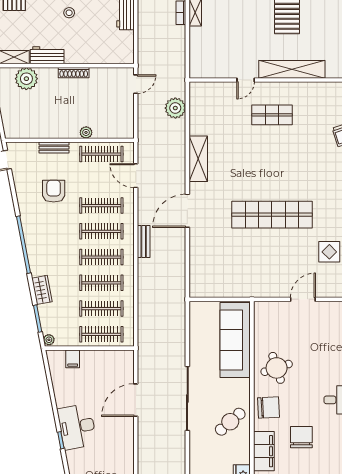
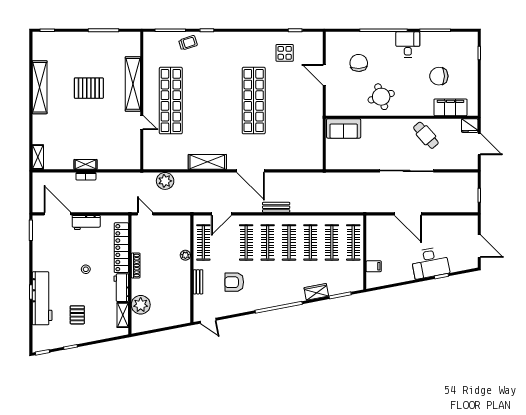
locker: (95, 55) -> (121, 248), added
shop shelf: (272, 115) -> (171, 101), width x2.00, depth x1.36
plant: (49, 340) -> (358, 286), removed
sofa: (235, 340) -> (344, 128), width x0.54, depth x0.79
chair: (269, 408) -> (359, 63), moved

